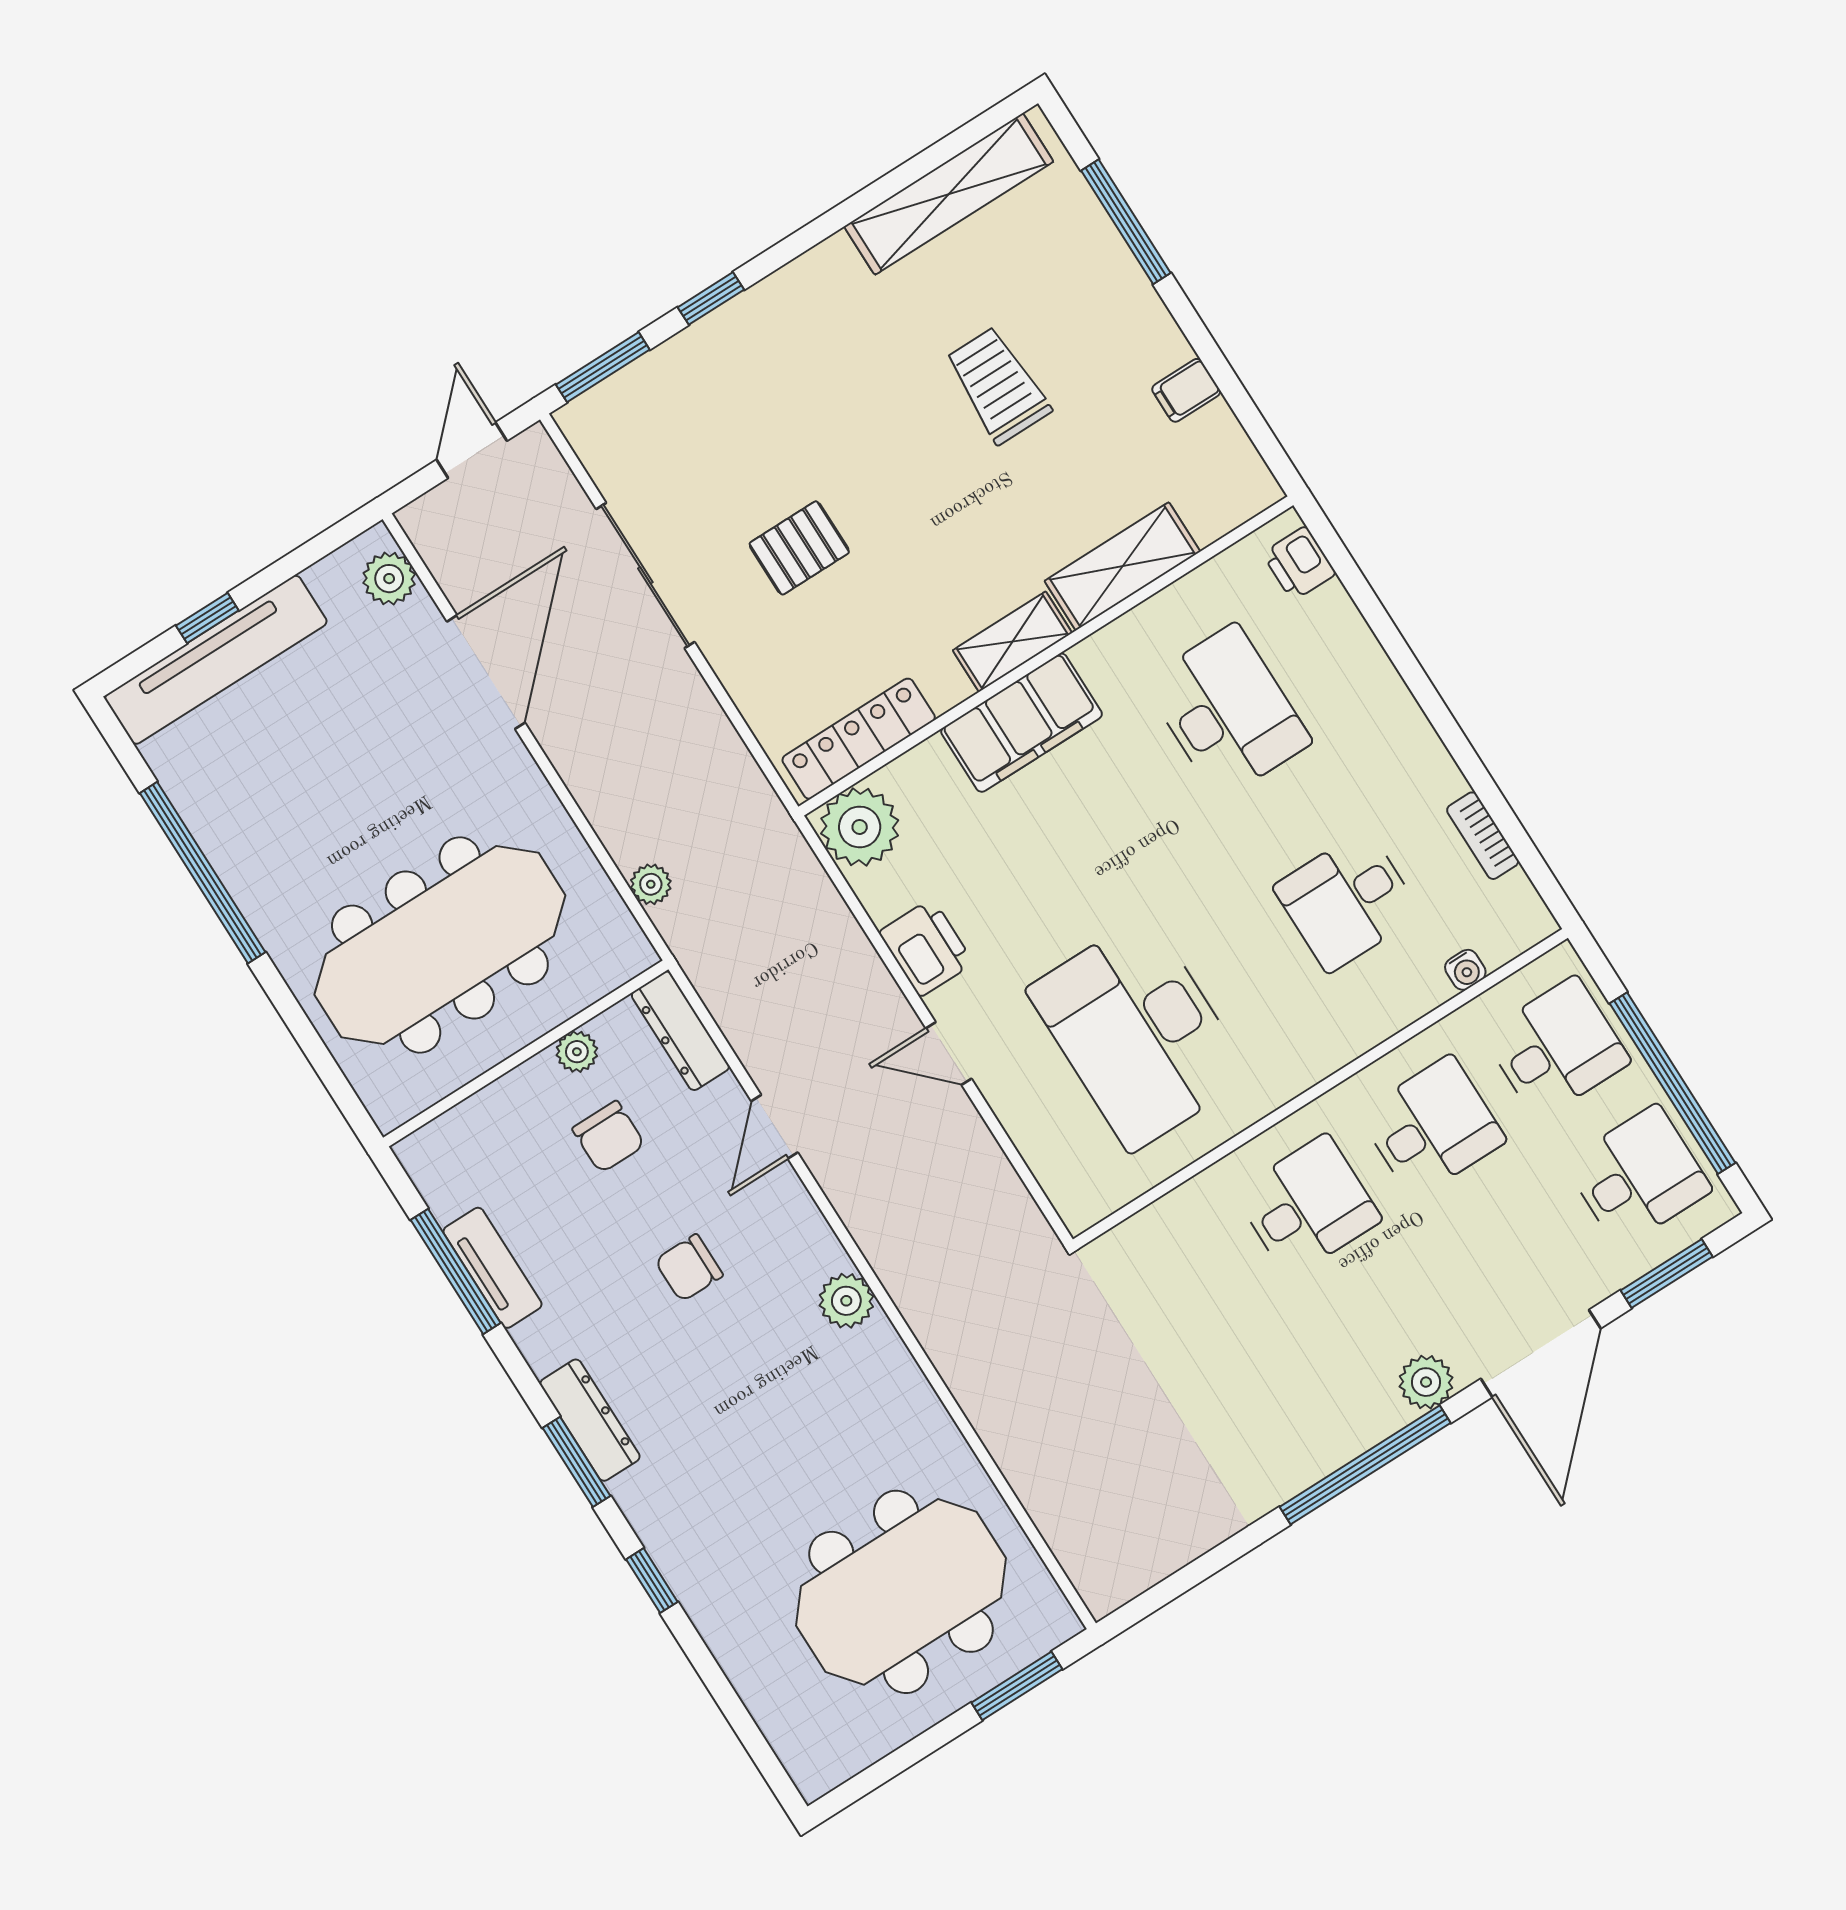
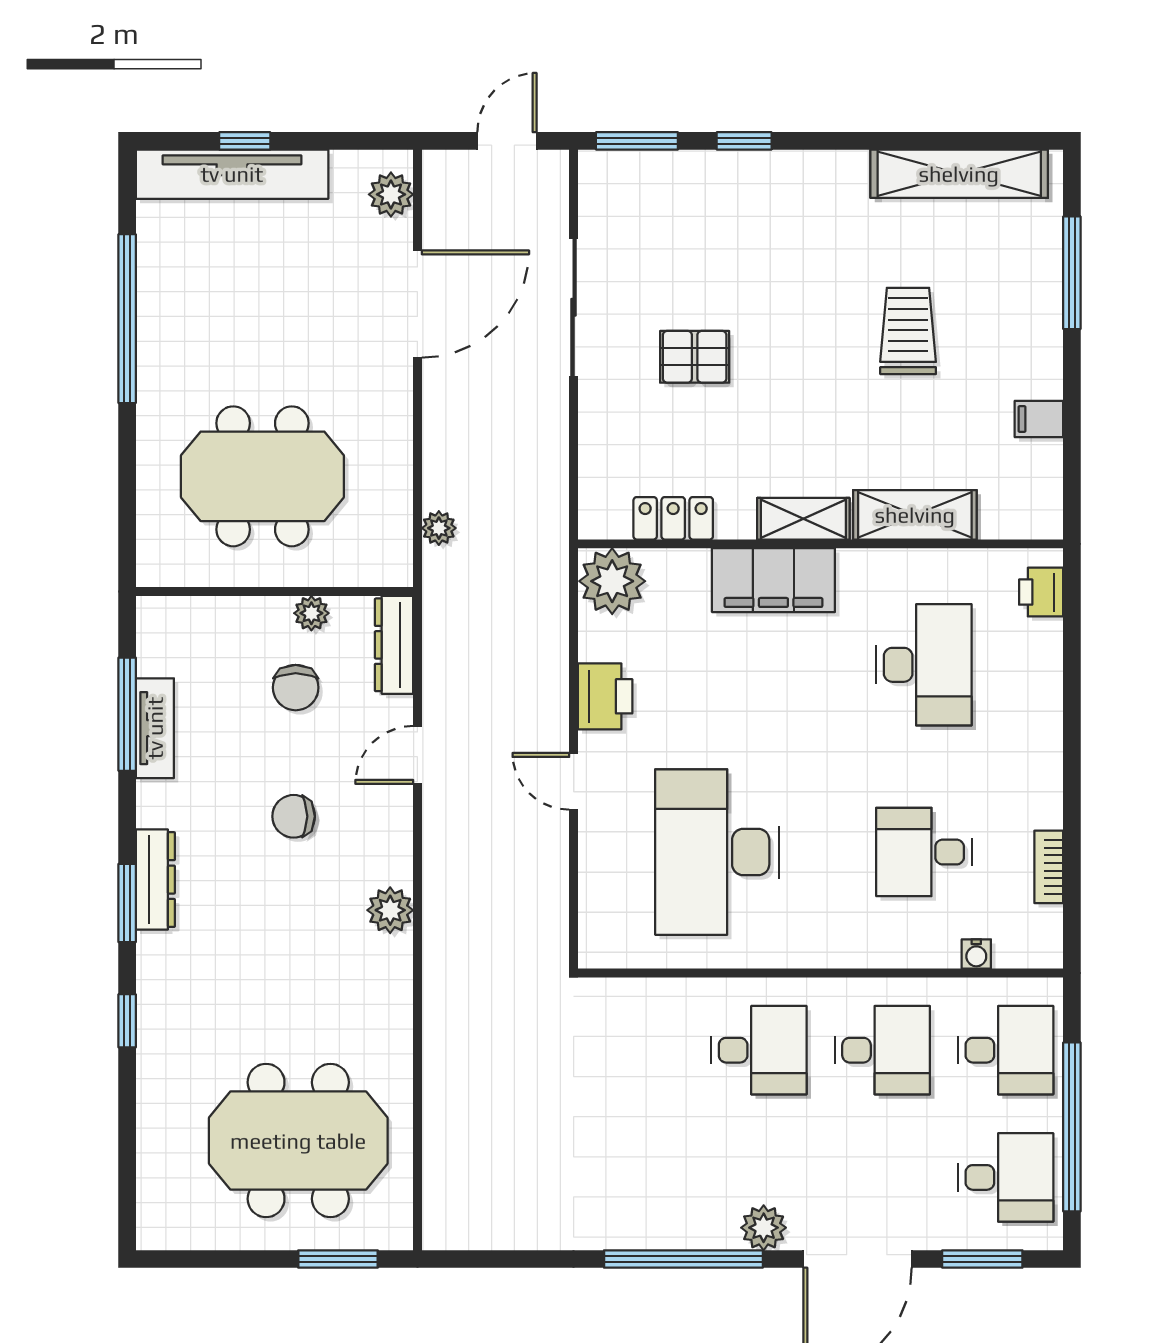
locker: (859, 739) -> (673, 518), width x0.66
meeting table: (440, 945) -> (262, 476), width x0.73

